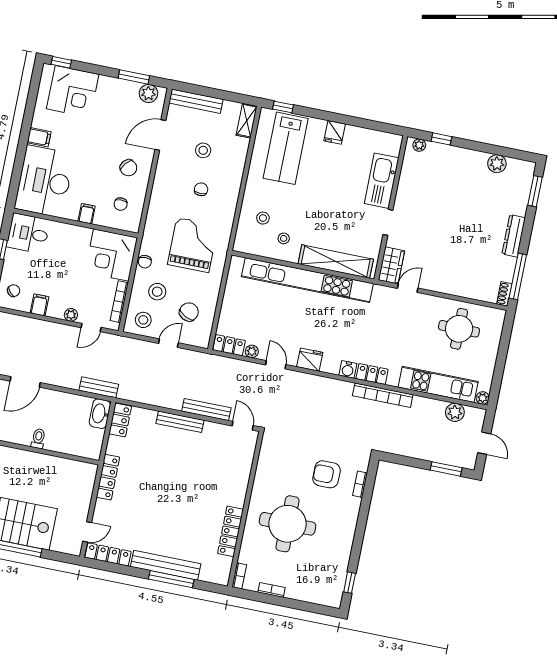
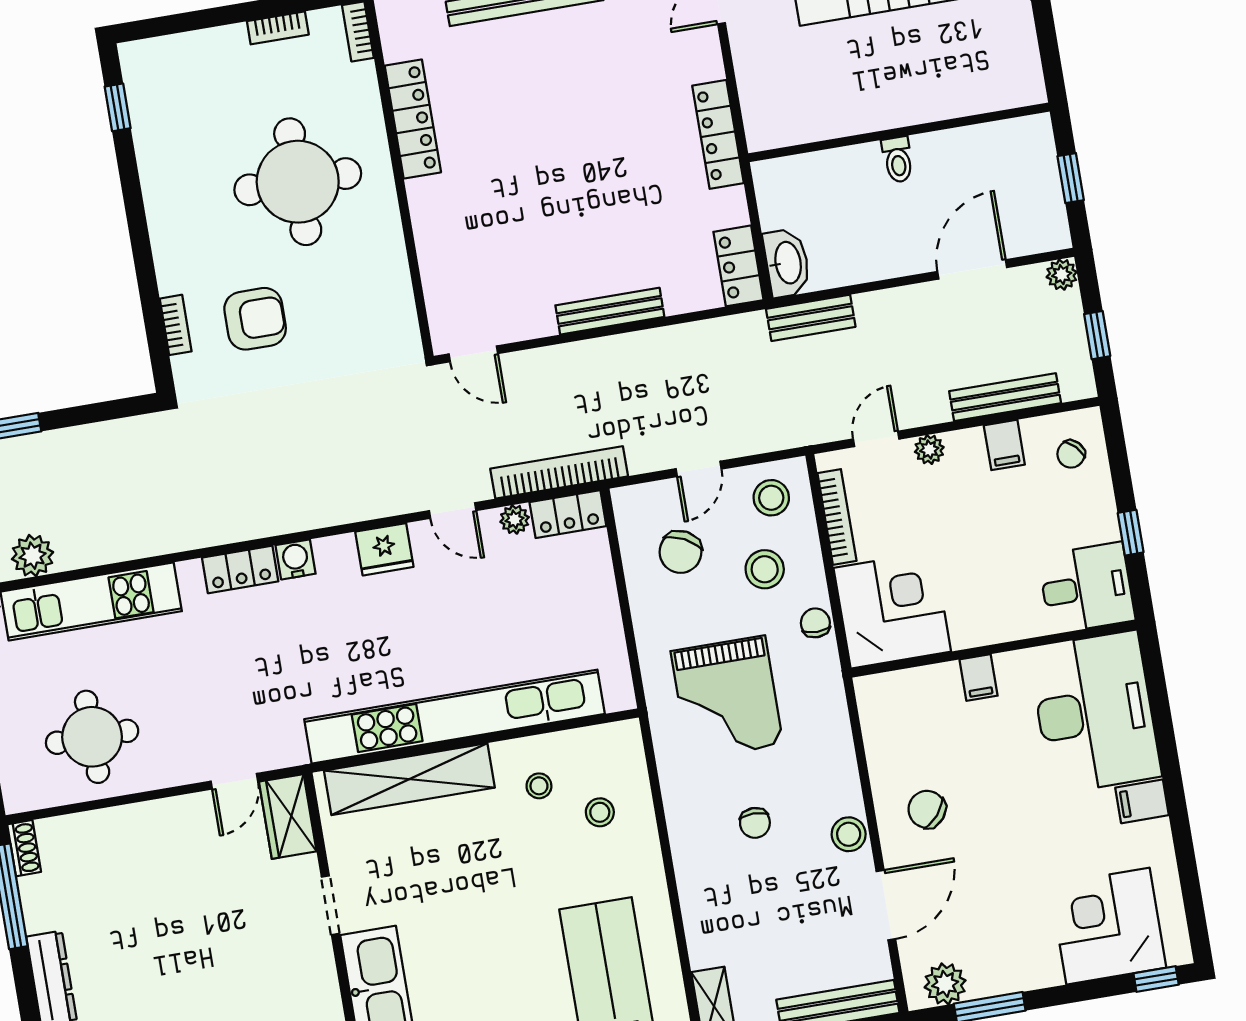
stool: (203, 150) -> (849, 834), moved
chair: (121, 204) -> (914, 726), removed
bookcase: (383, 395) -> (559, 472), moved
bench: (206, 410) -> (1005, 397), moved

